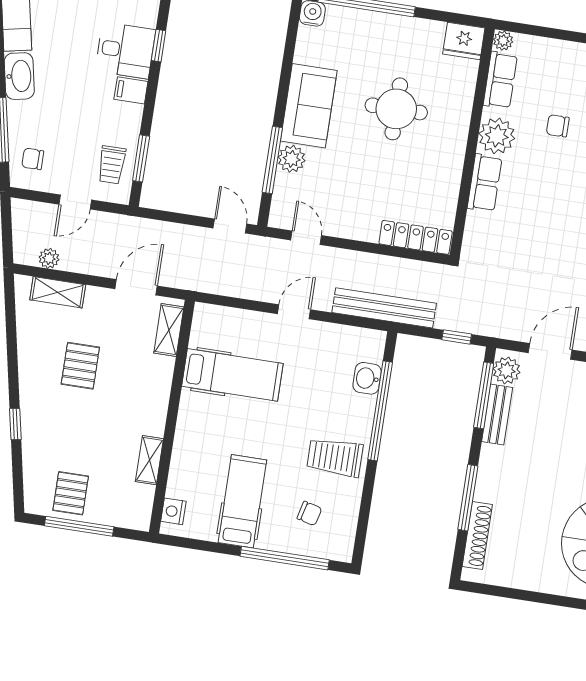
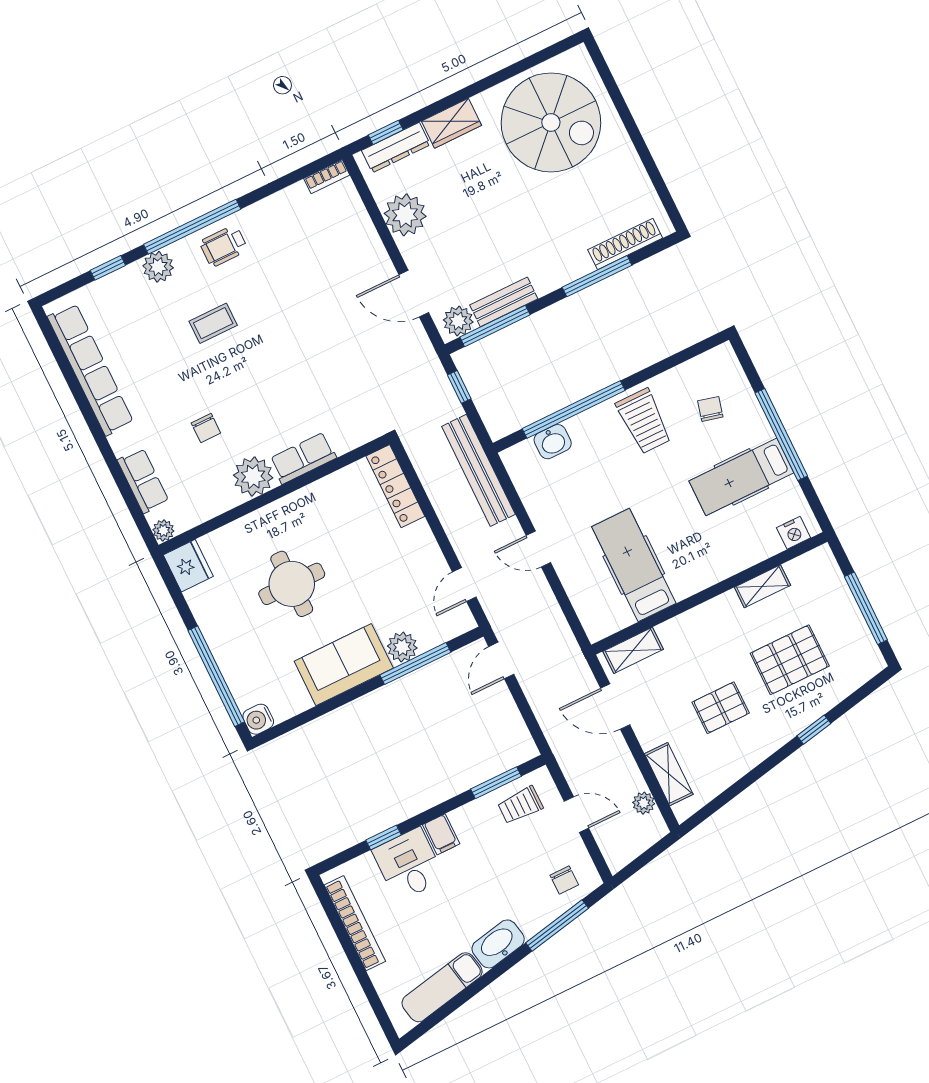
row of seats: (500, 80) -> (143, 481), moved, turned 90
trolley: (112, 165) -> (520, 805), turned 180
pallet: (71, 493) -> (790, 660), moved, width x1.50, depth x1.42
window: (285, 558) -> (781, 435), moved

